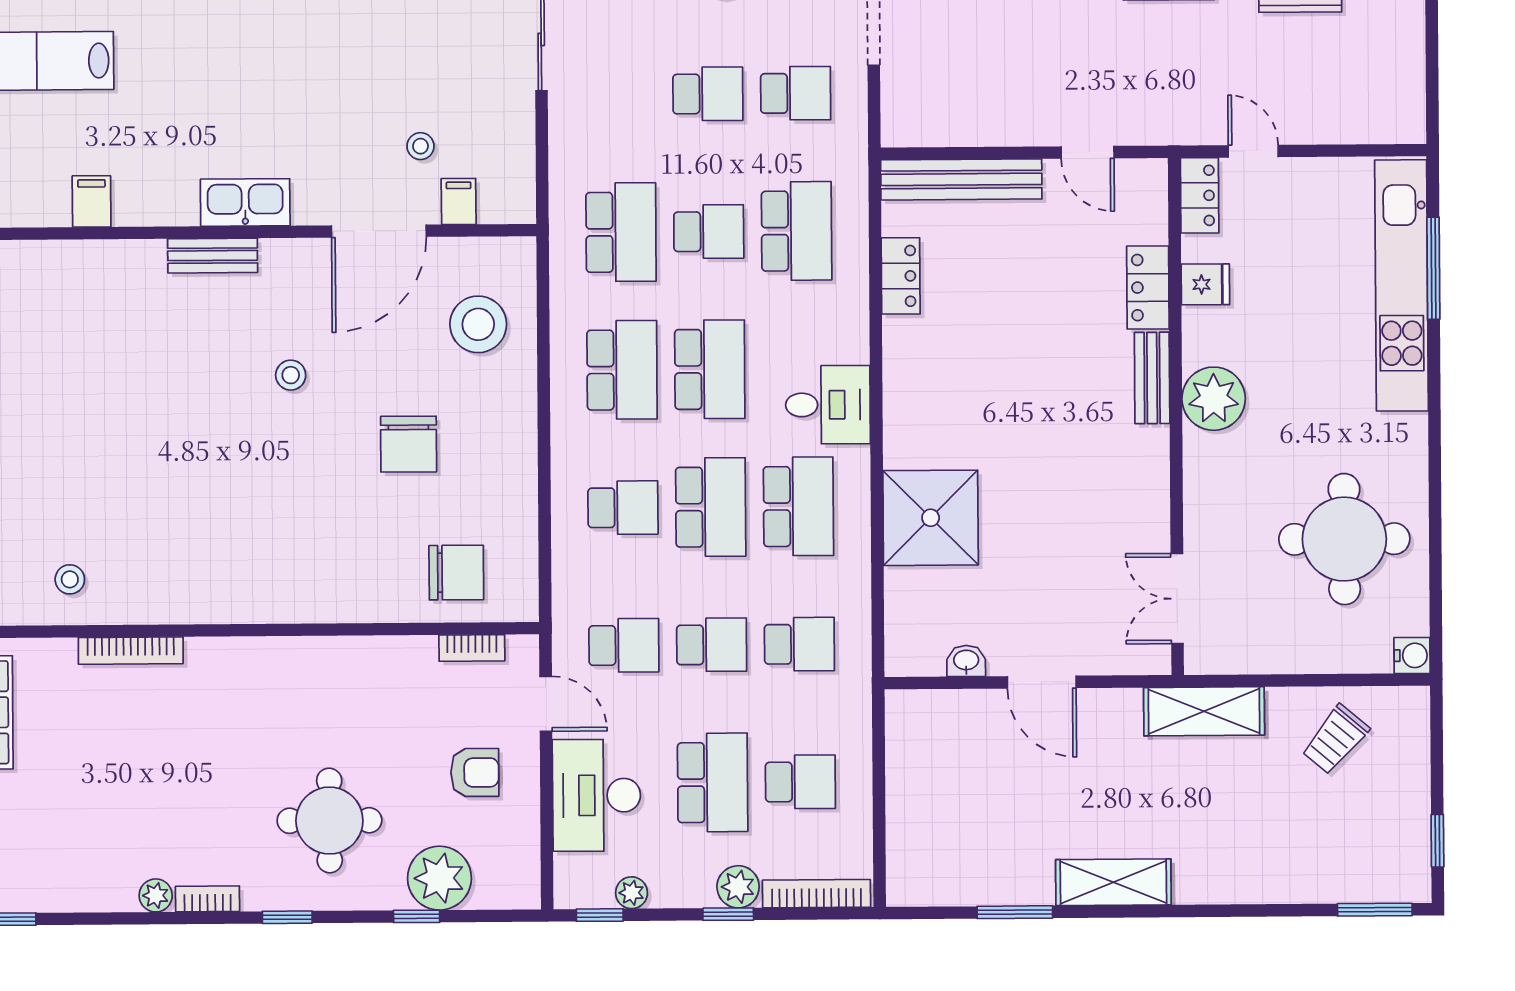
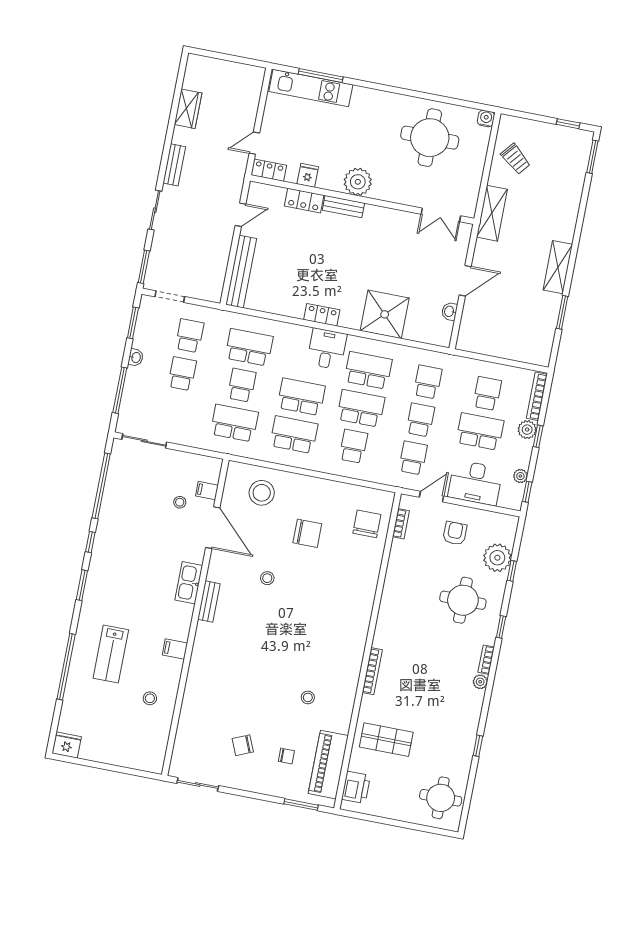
locker: (901, 276) -> (322, 315), moved
kitchen unit: (1401, 285) -> (311, 88), width x0.73
stool: (70, 579) -> (308, 697), moved

